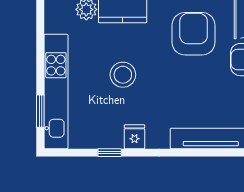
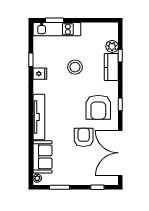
armchair: (194, 34) -> (98, 107), turned 90
kitchen unit: (56, 92) -> (57, 29), width x0.73

